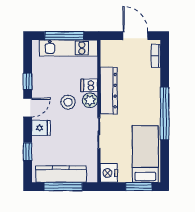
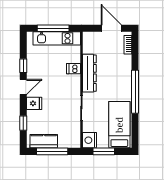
plant: (90, 100) -> (74, 81), removed
stool: (68, 102) -> (56, 83), removed
kitchen counter: (61, 174) -> (44, 141), width x0.67
window: (139, 187) -> (104, 151), moved

